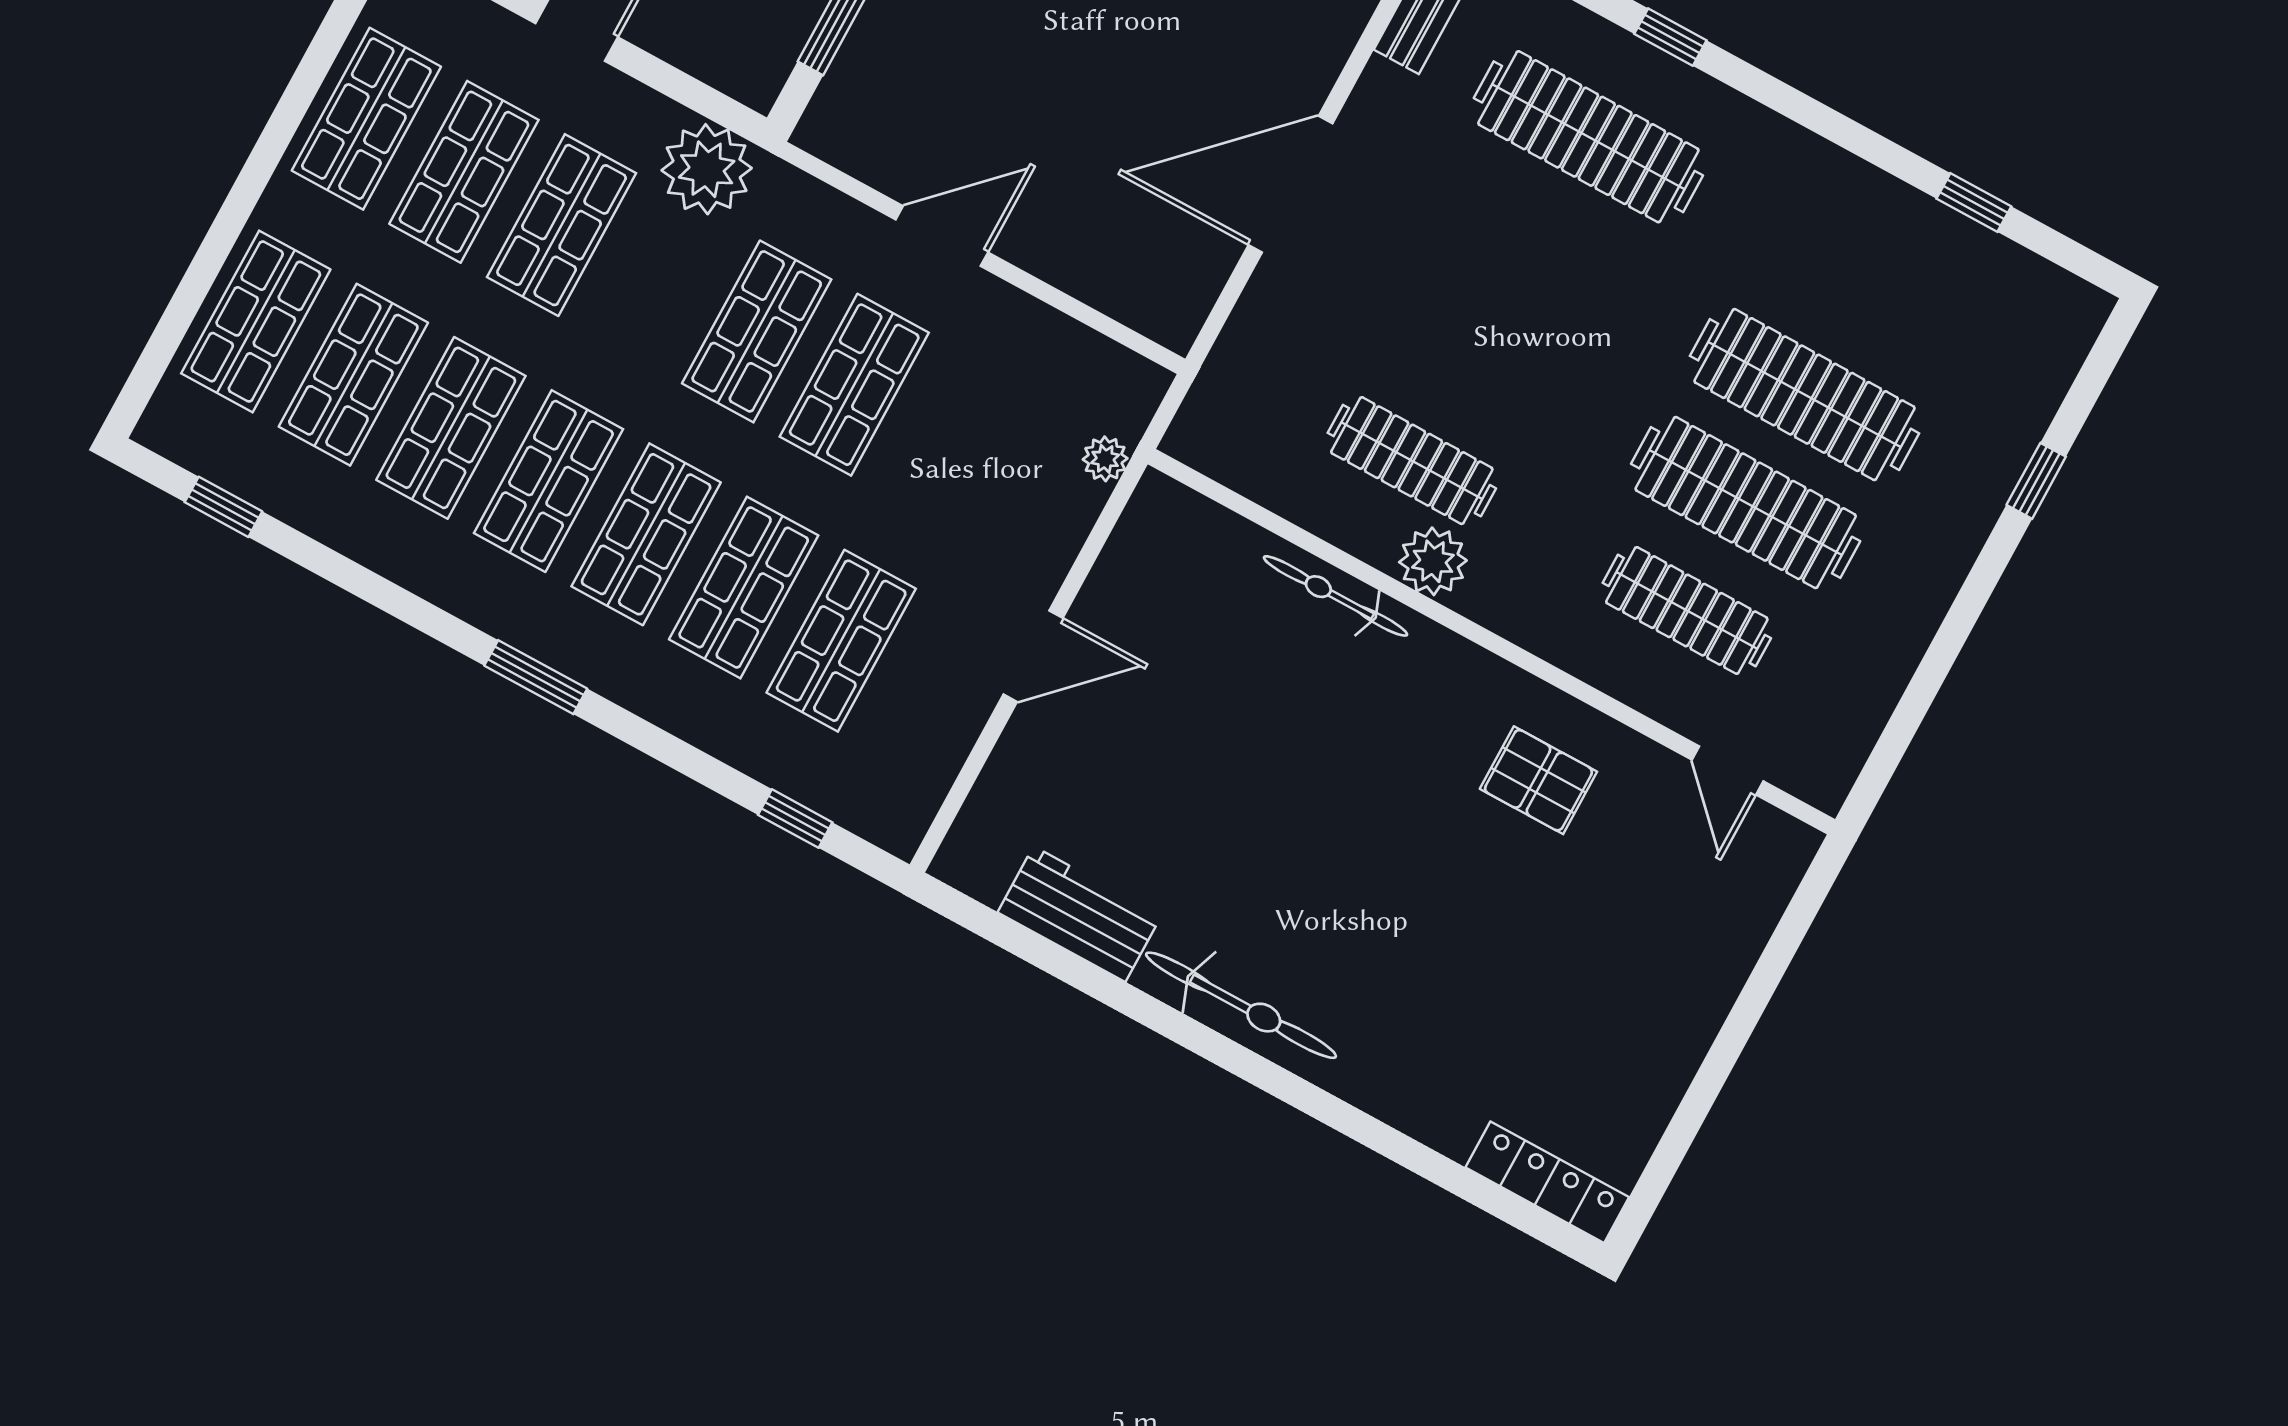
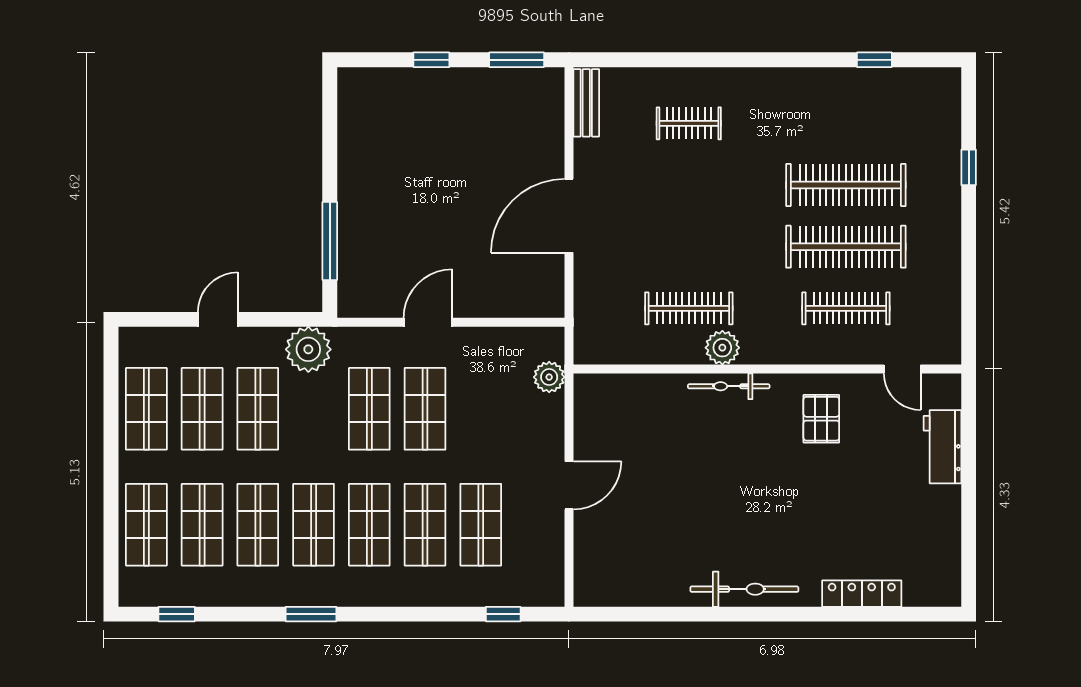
window: (1670, 37) -> (701, 60), removed
clothes rail: (1588, 137) -> (689, 123), width x0.54, depth x0.76
plant: (1105, 459) -> (549, 377), width x1.38, depth x1.38
bicycle: (1335, 596) -> (729, 386), moved
window: (536, 677) -> (311, 614), moved
pallet: (1538, 780) -> (821, 419), turned 90
workbench: (1079, 914) -> (942, 447), moved, turned -90
locker: (1547, 1182) -> (862, 594), moved

